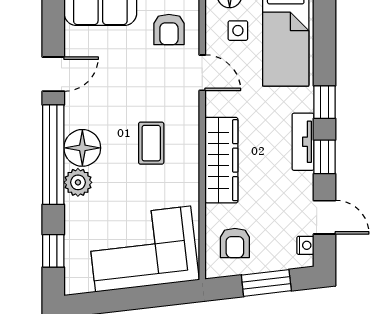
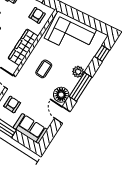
door: (53, 74) -> (62, 115), hinge flipped
floor lamp: (82, 148) -> (61, 95), moved
window: (53, 155) -> (80, 87), width x0.68

